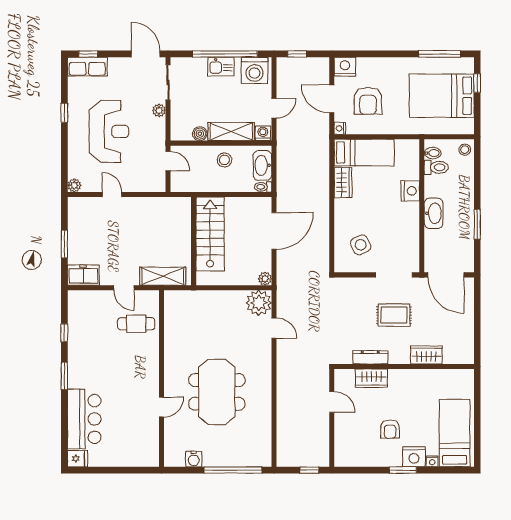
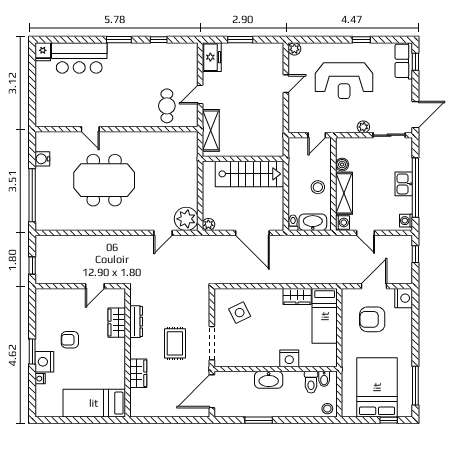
washing machine: (255, 70) -> (406, 221), width x0.53, depth x0.53
nightstand: (340, 128) -> (347, 294), removed
bed: (455, 433) -> (94, 403), moved, turned 180

